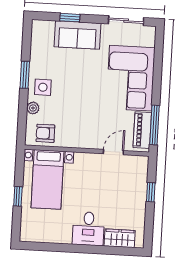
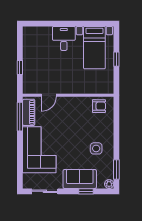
window: (25, 75) -> (116, 169), moved
side table: (43, 87) -> (96, 148), moved
plant: (33, 108) -> (109, 184), moved
bed with nightstands: (47, 179) -> (94, 48), moved, turned 180
wardrobe: (120, 238) -> (41, 33), removed

